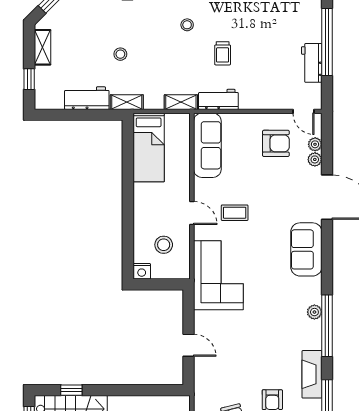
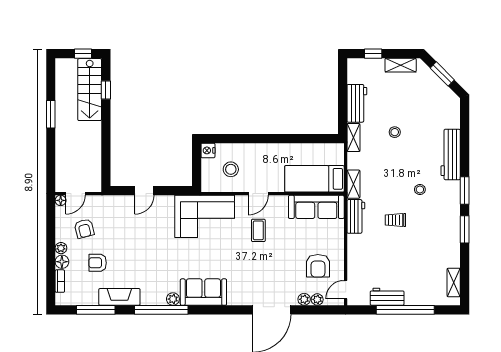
bed: (149, 147) -> (314, 179), moved
sofa: (306, 249) -> (203, 292), moved

